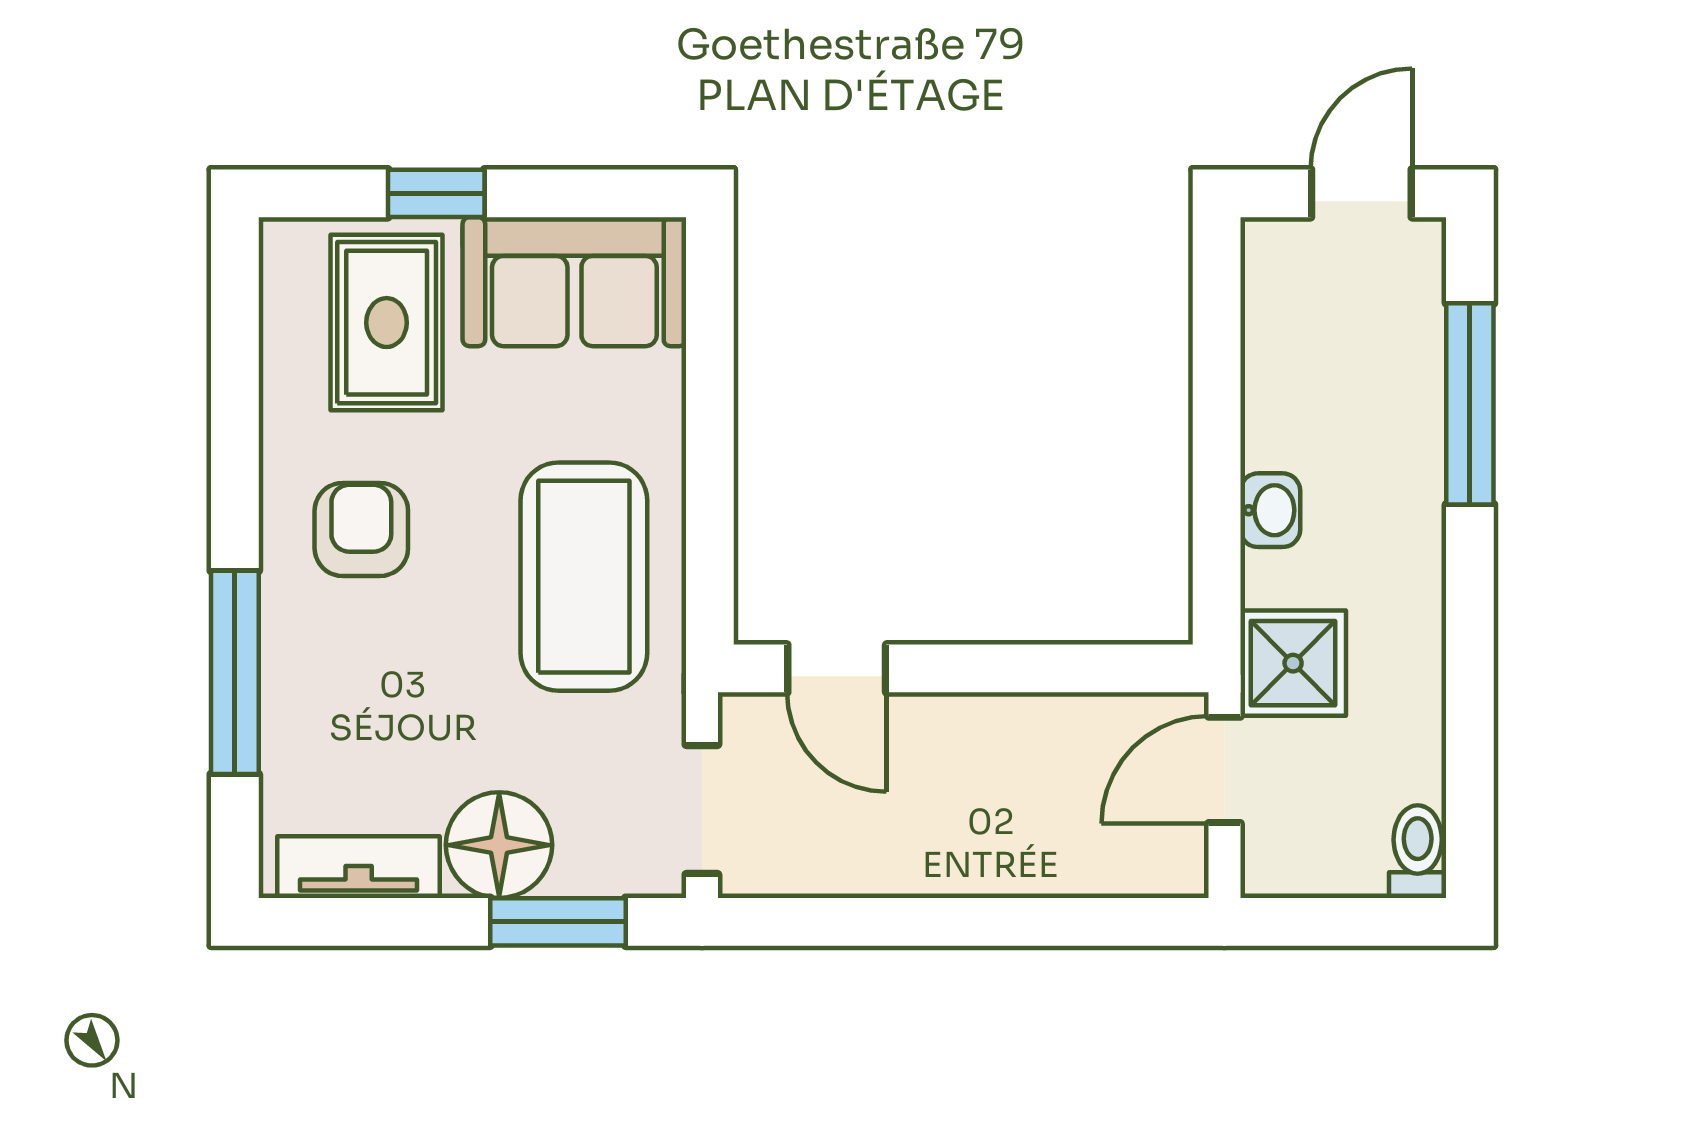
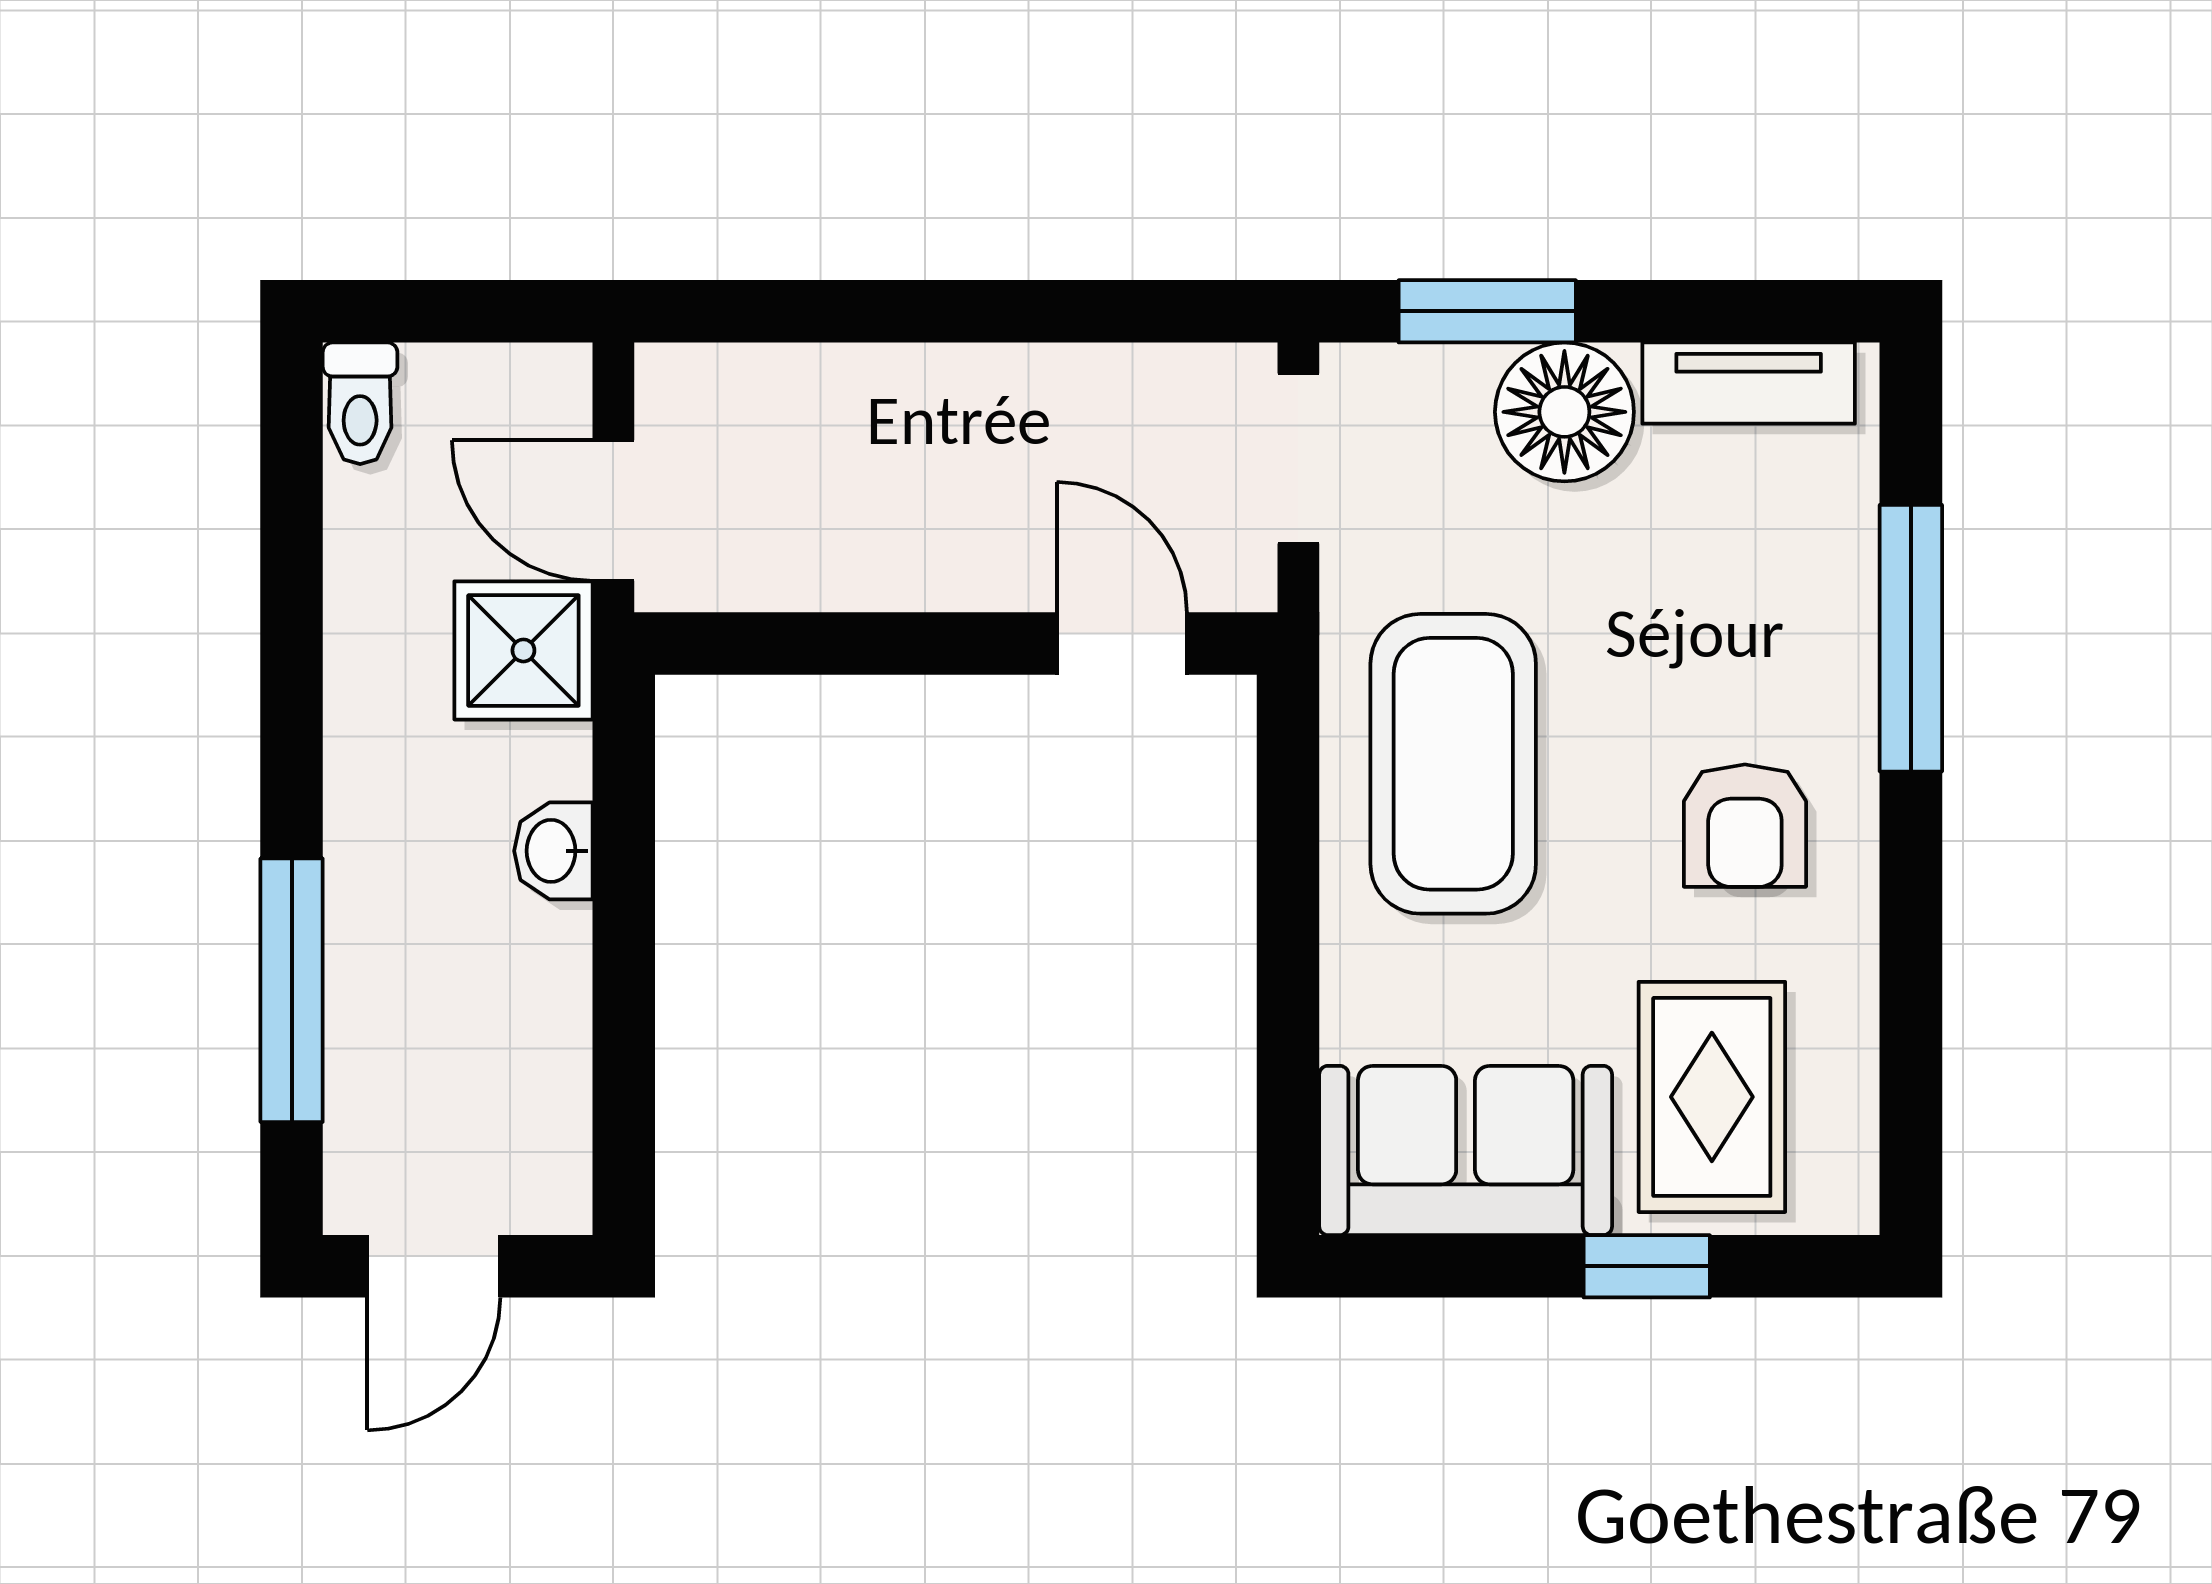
door: (1224, 770) -> (613, 511), swing flipped

